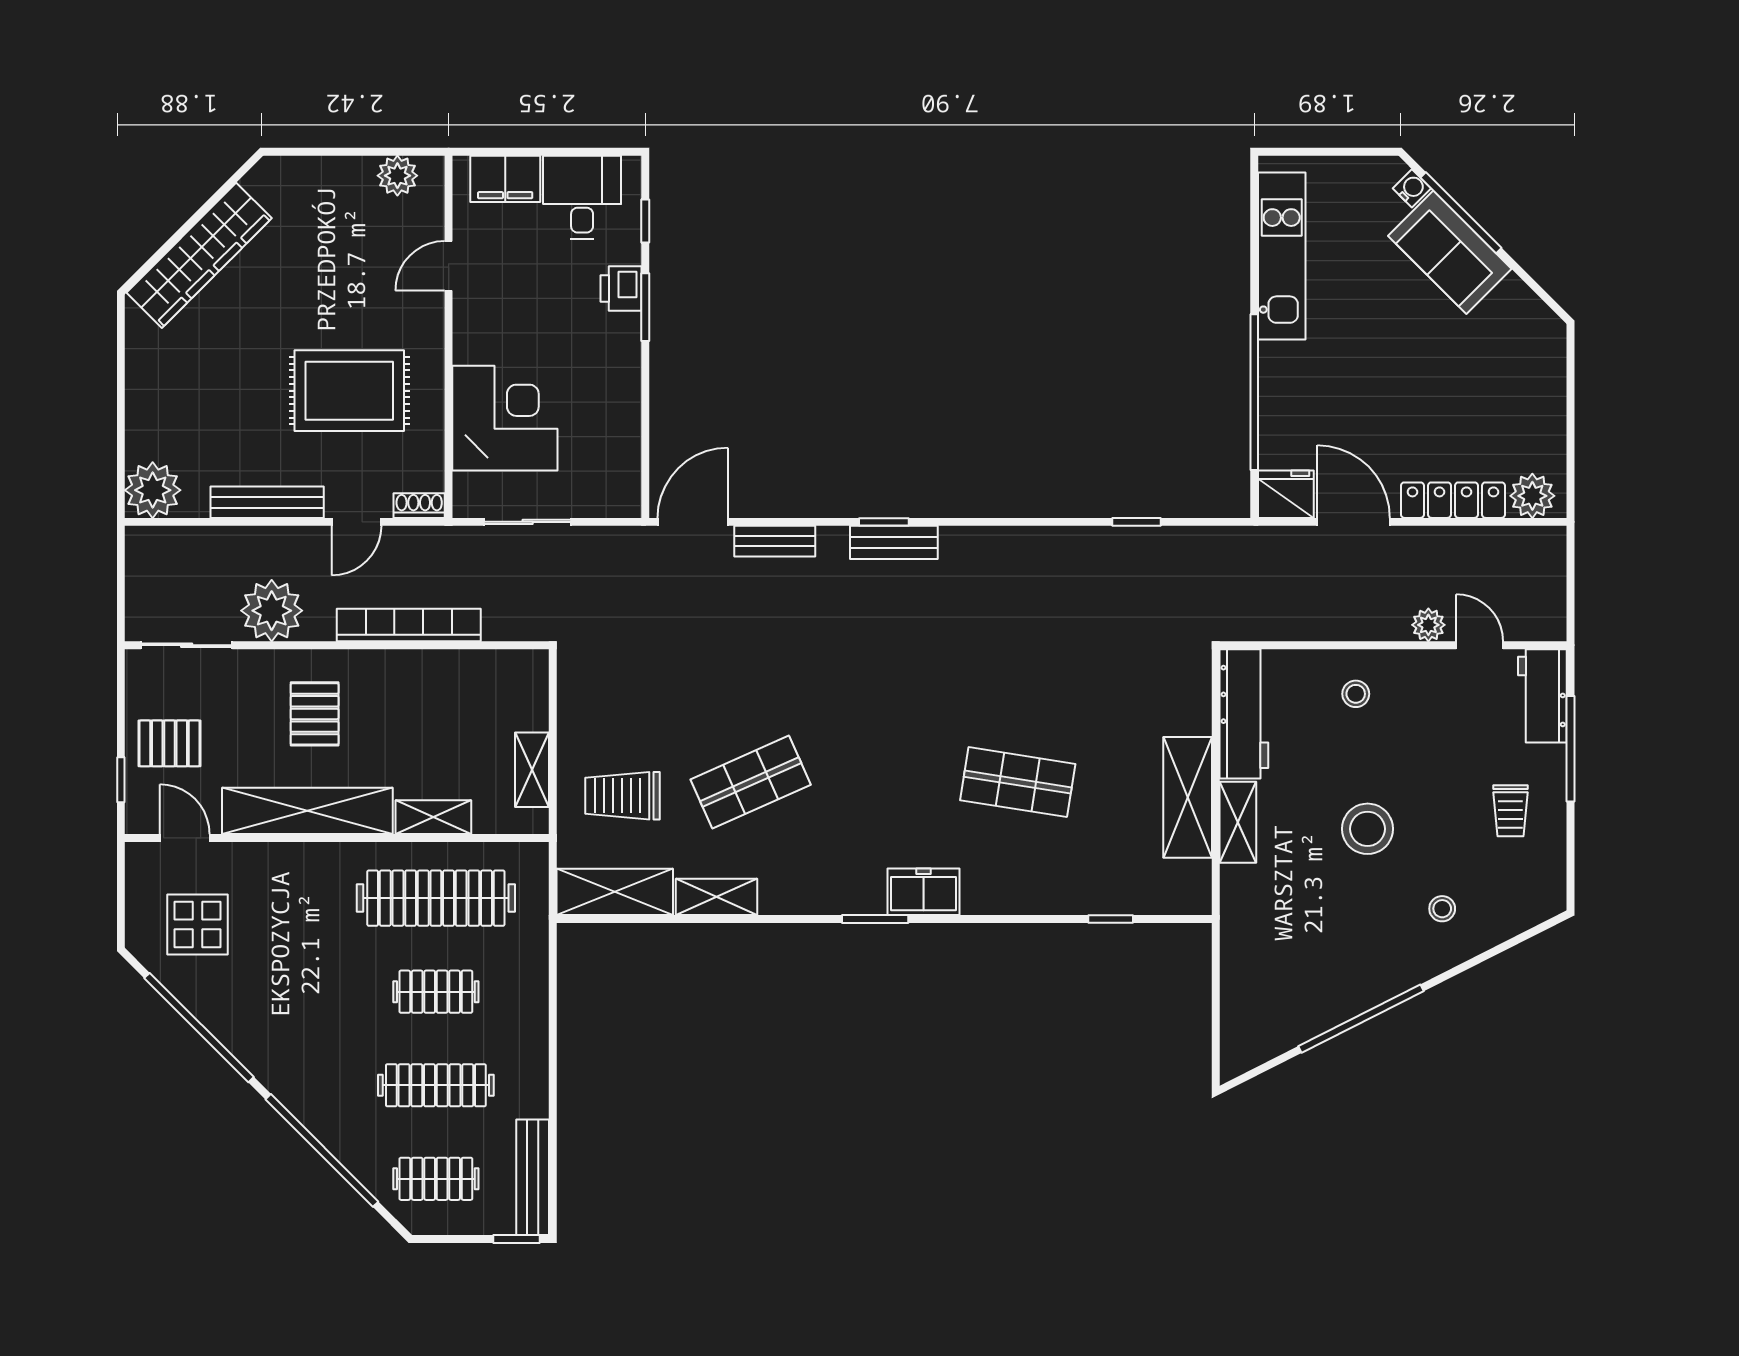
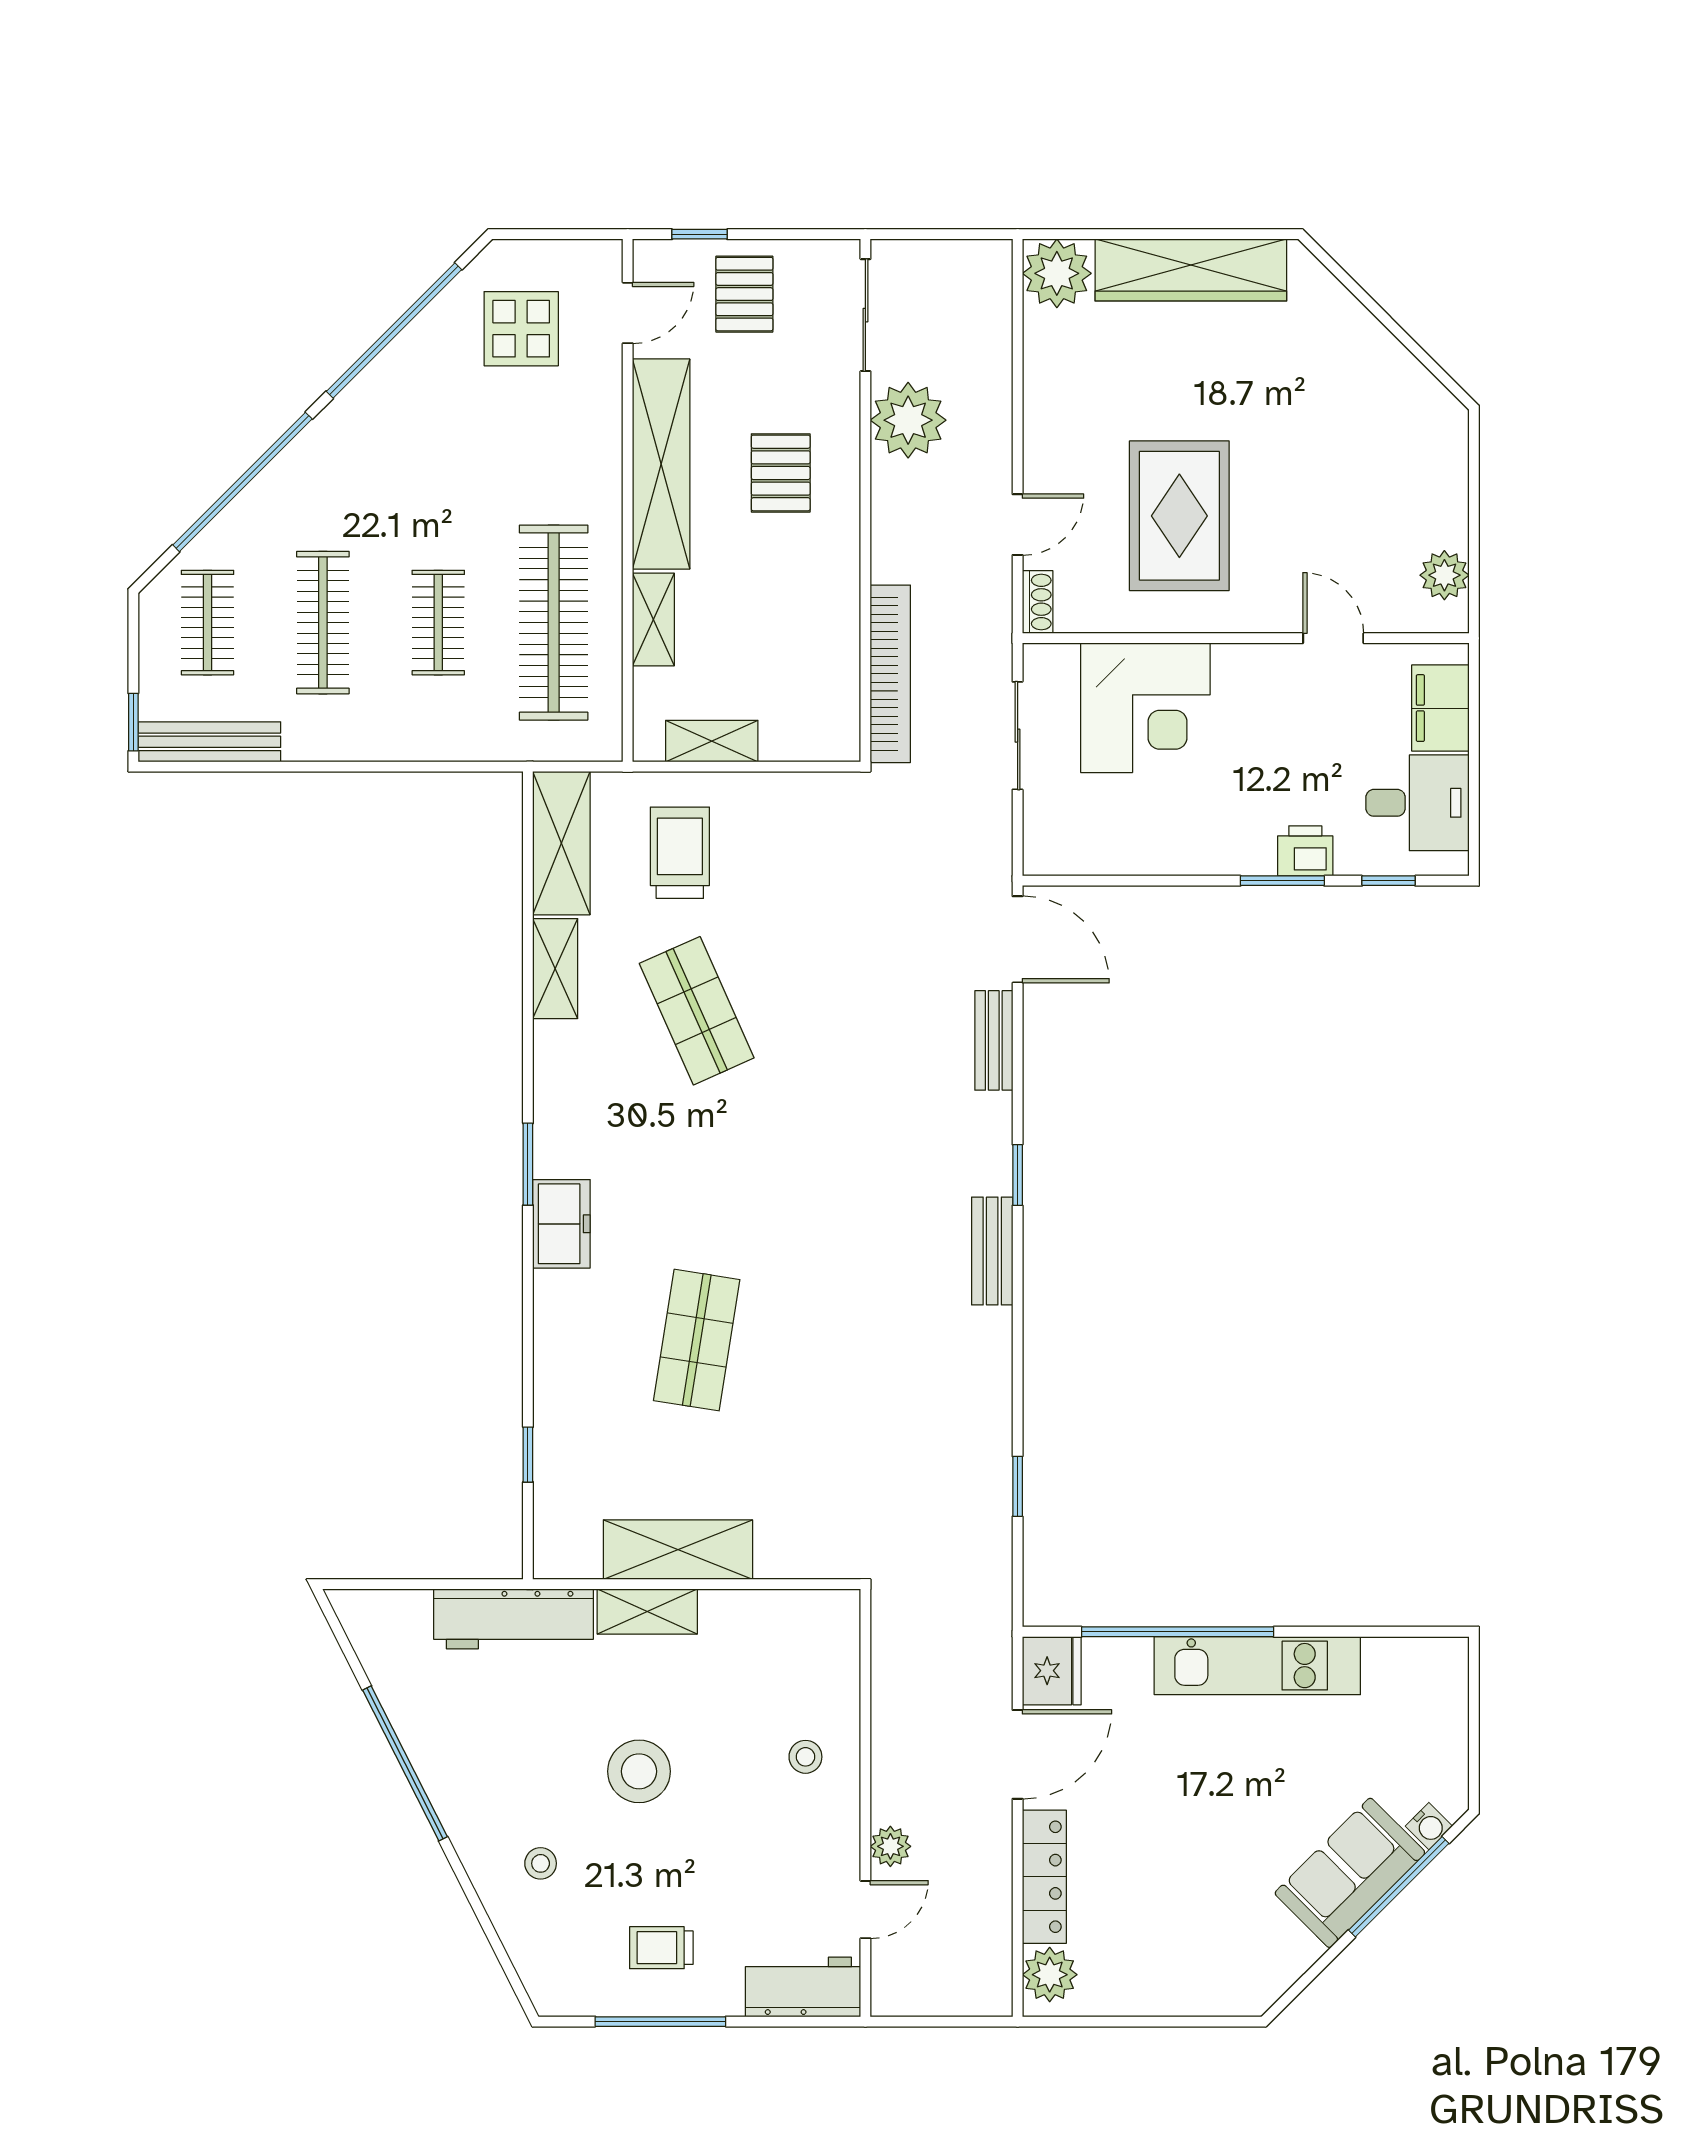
wardrobe: (199, 255) -> (1191, 270), moved, turned -45
kitchen unit: (1282, 256) -> (1257, 1666), moved
bench: (267, 502) -> (1042, 414), removed
door: (356, 522) -> (1018, 525), swing flipped
bench: (894, 542) -> (992, 1251), moved
bookcase: (409, 625) -> (890, 674), moved
pallet: (315, 714) -> (781, 473), turned 90
workbench: (1244, 714) -> (513, 1619), moved
window: (1570, 749) -> (660, 2022), moved

